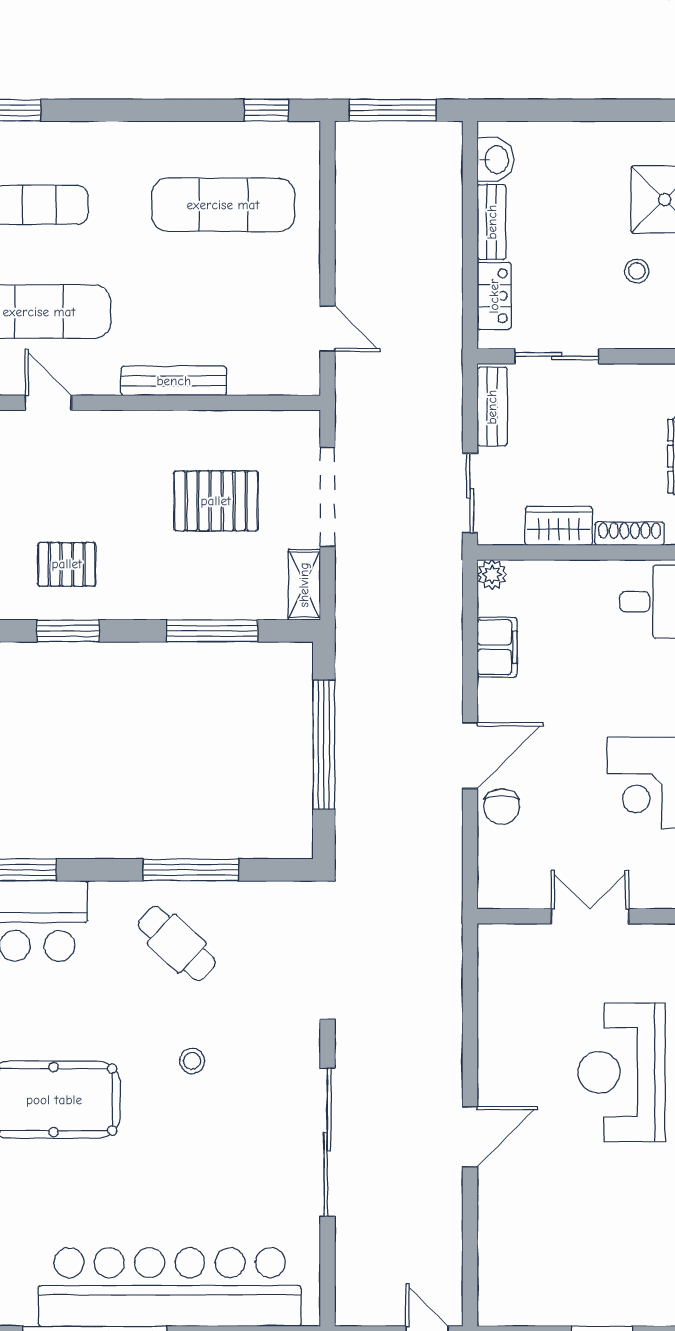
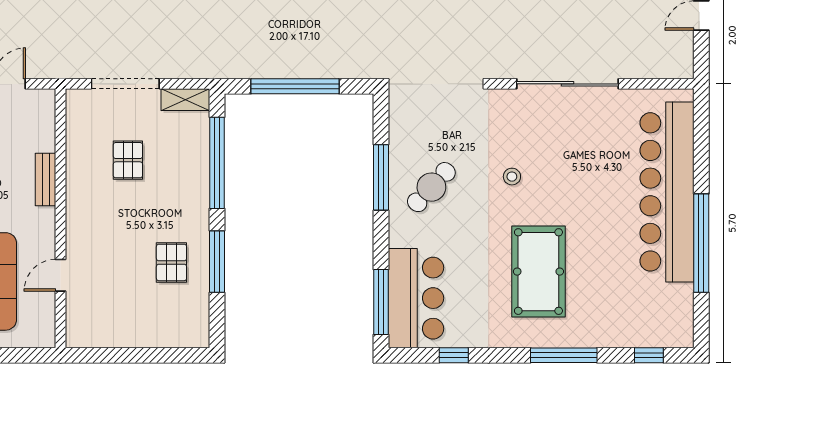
bench: (174, 381) -> (46, 179), width x0.73
pallet: (216, 501) -> (128, 160), width x0.67, depth x0.71
window: (68, 631) -> (217, 262), width x1.44
window: (212, 631) -> (217, 163), width x1.46

